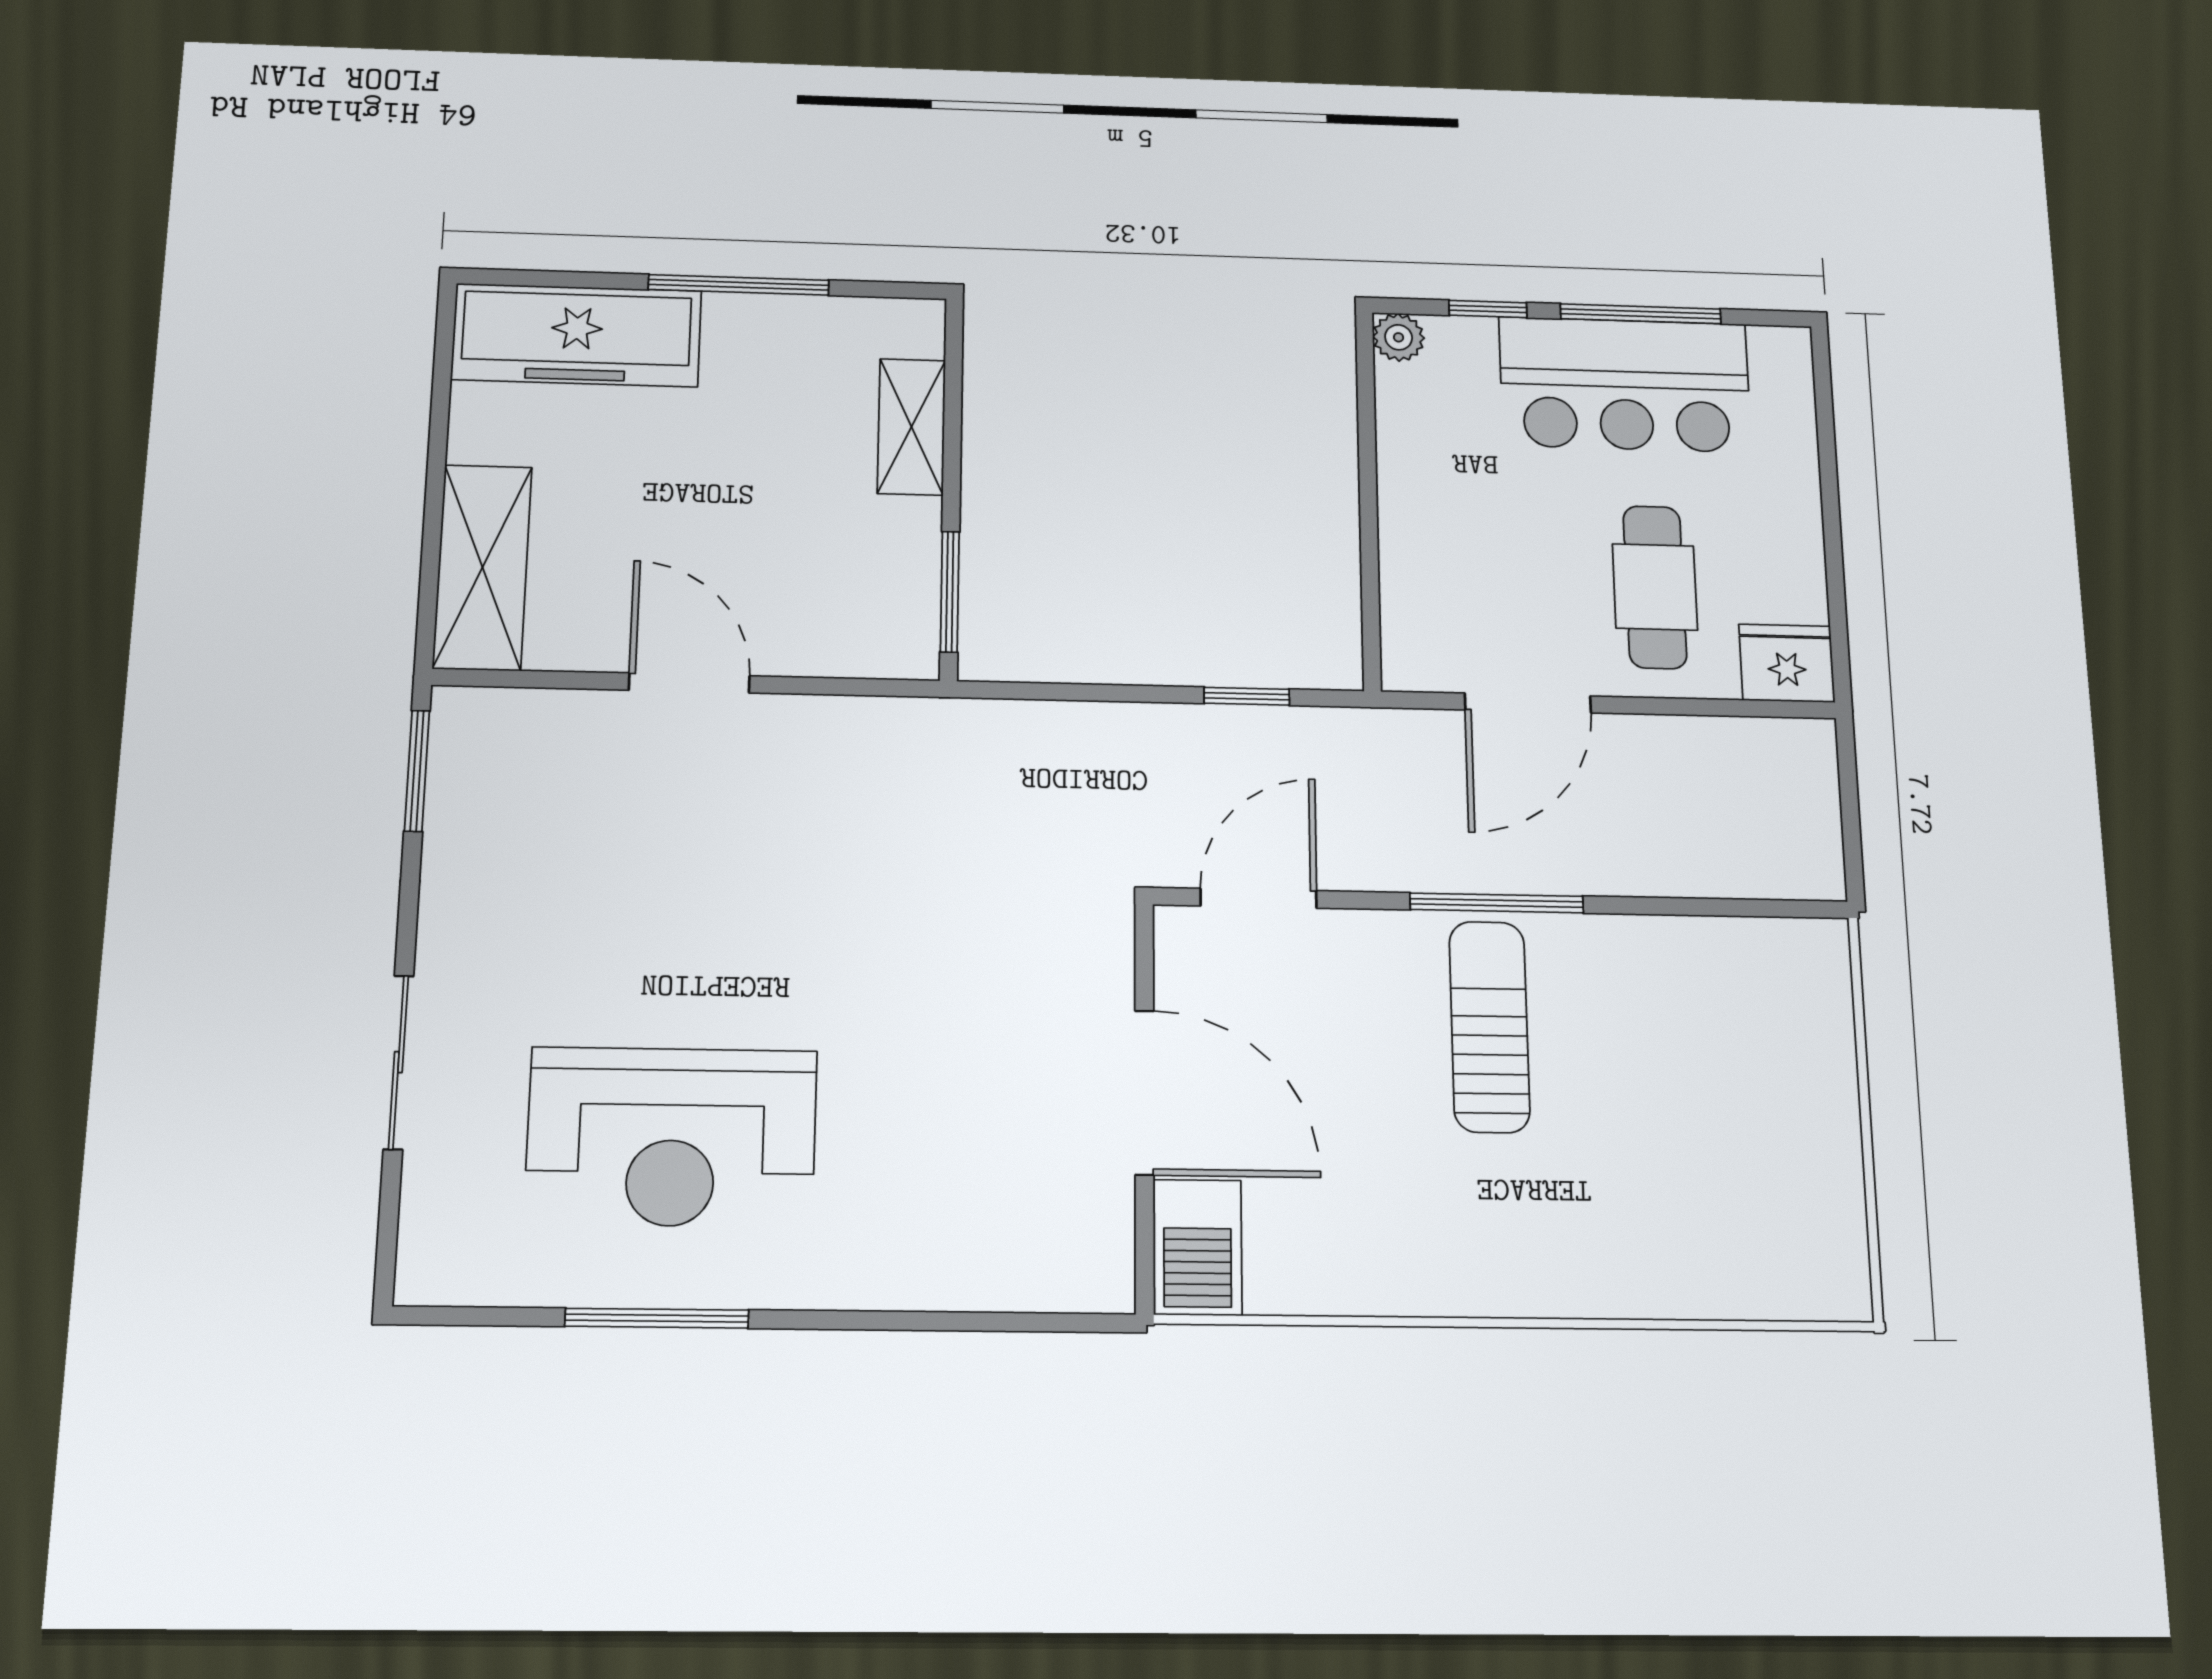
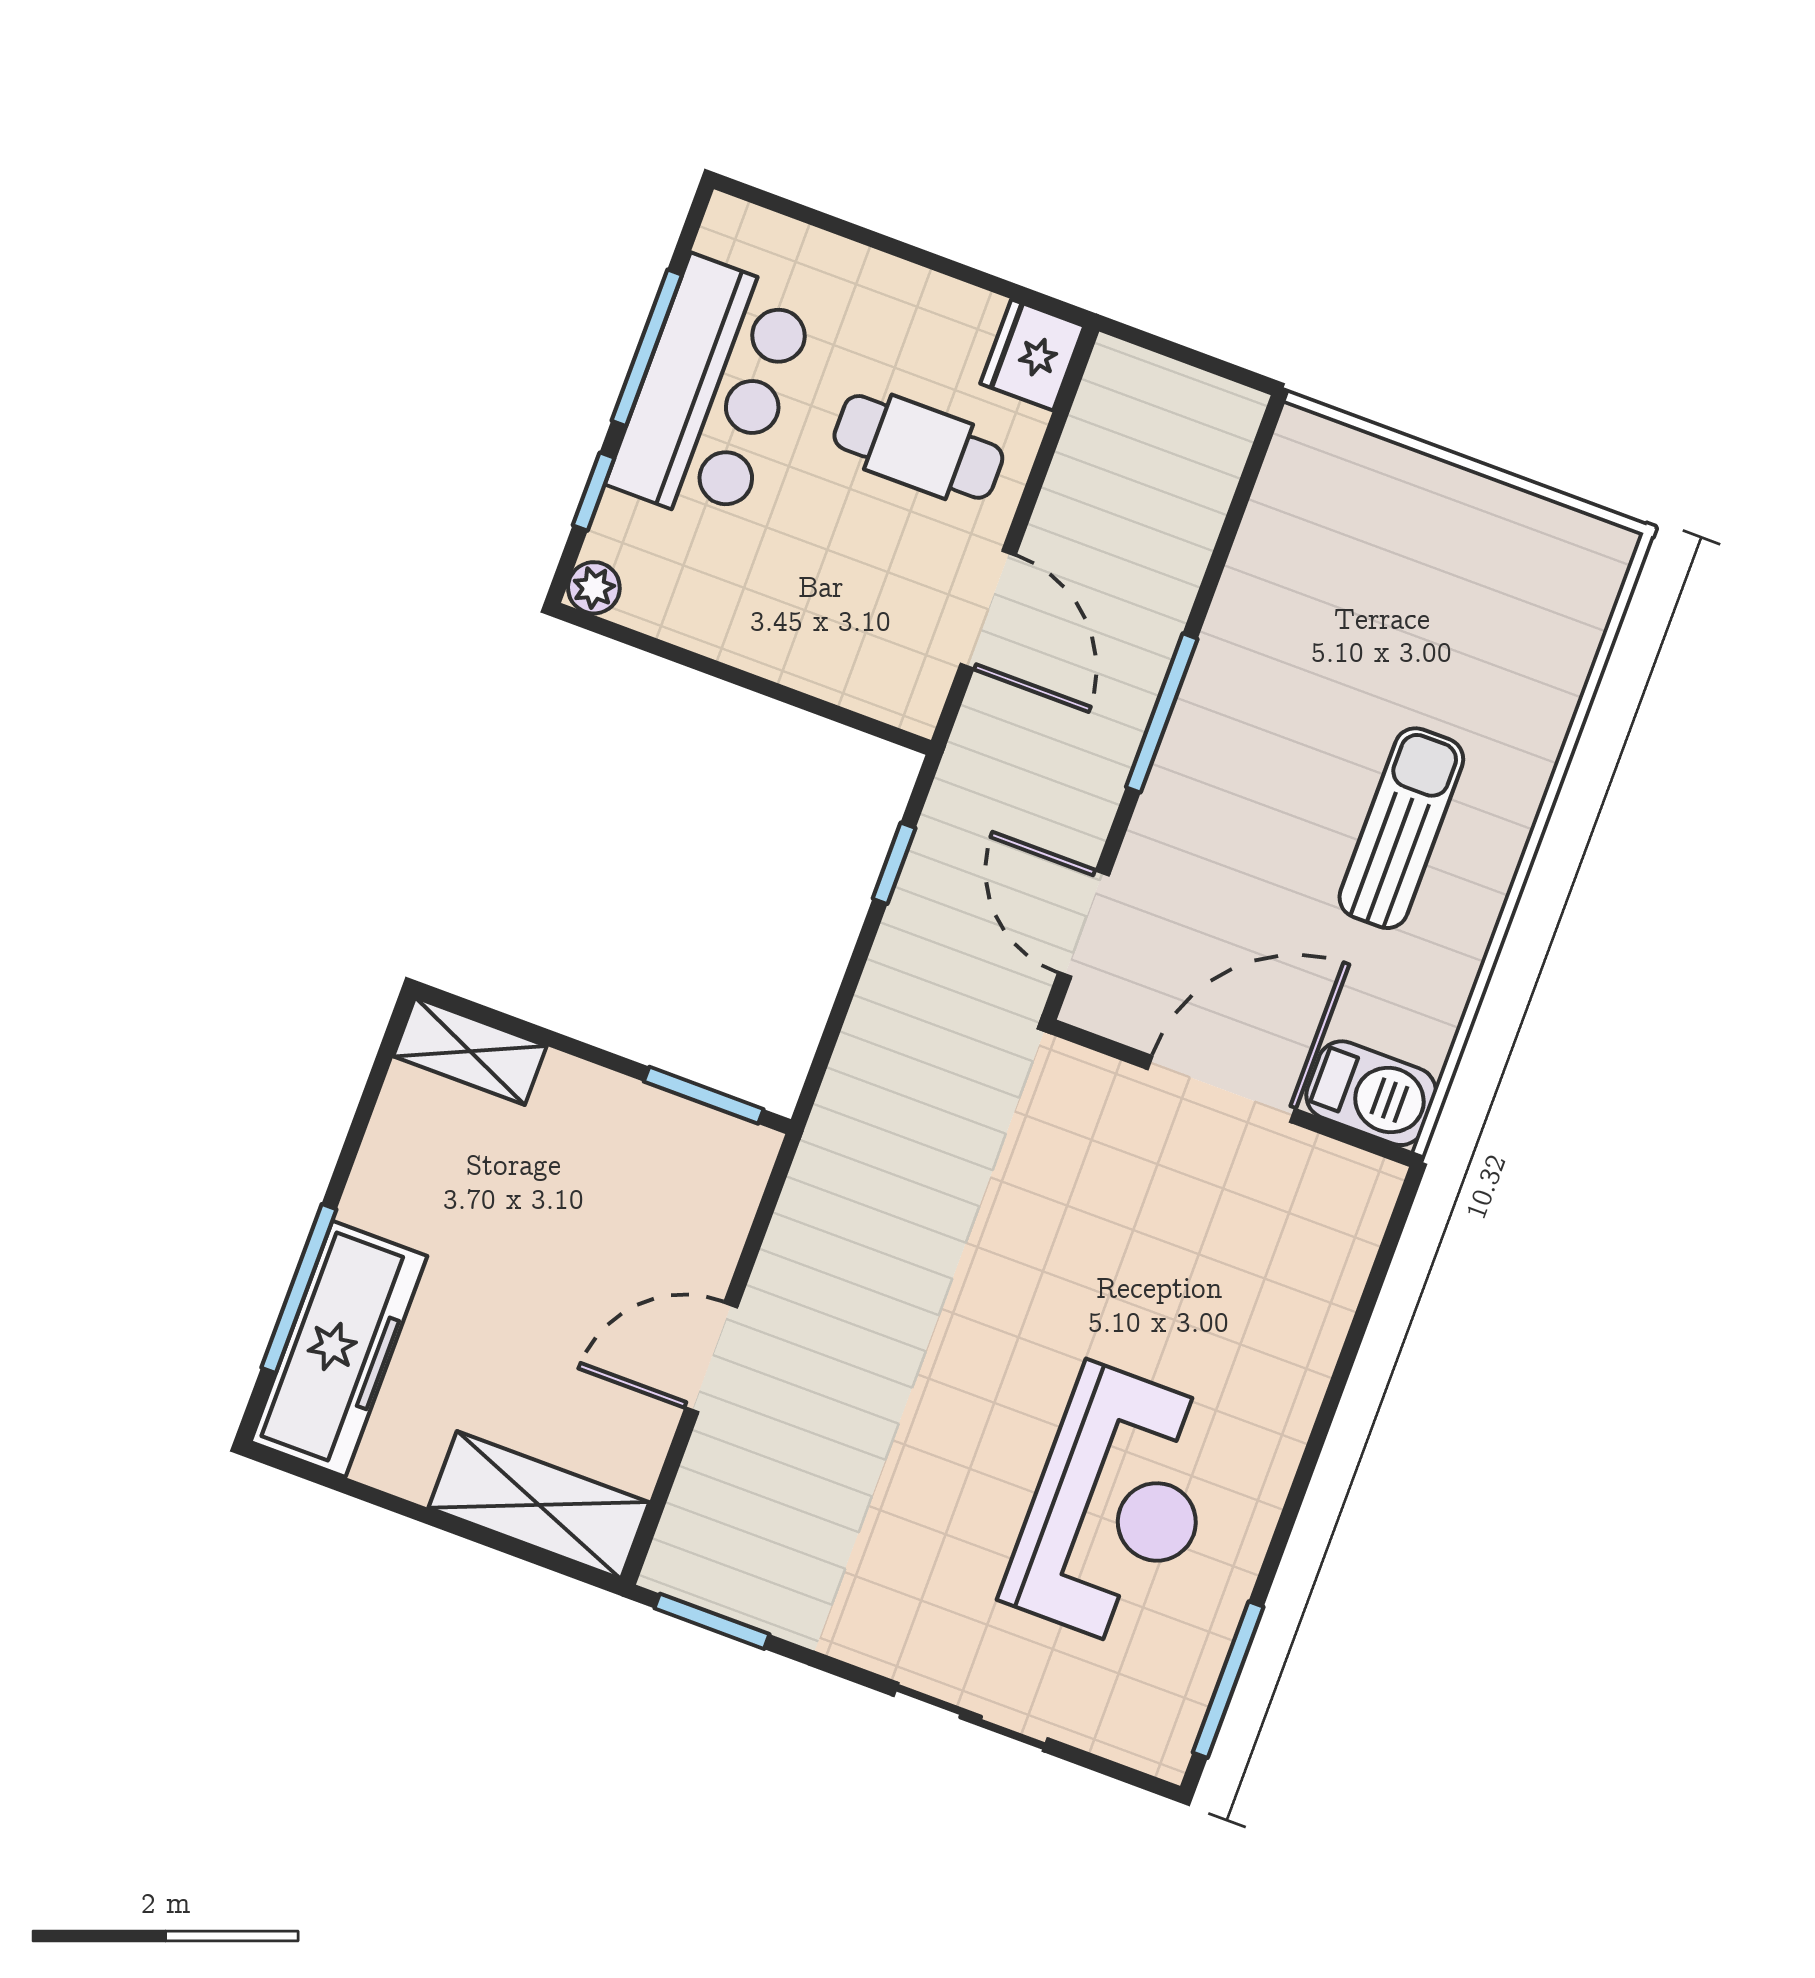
window: (739, 285) -> (299, 1288), moved
shelving: (911, 427) -> (470, 1051), moved
sun lounger: (1489, 1027) -> (1401, 828), moved, turned 90
window: (657, 1318) -> (1228, 1680), moved

